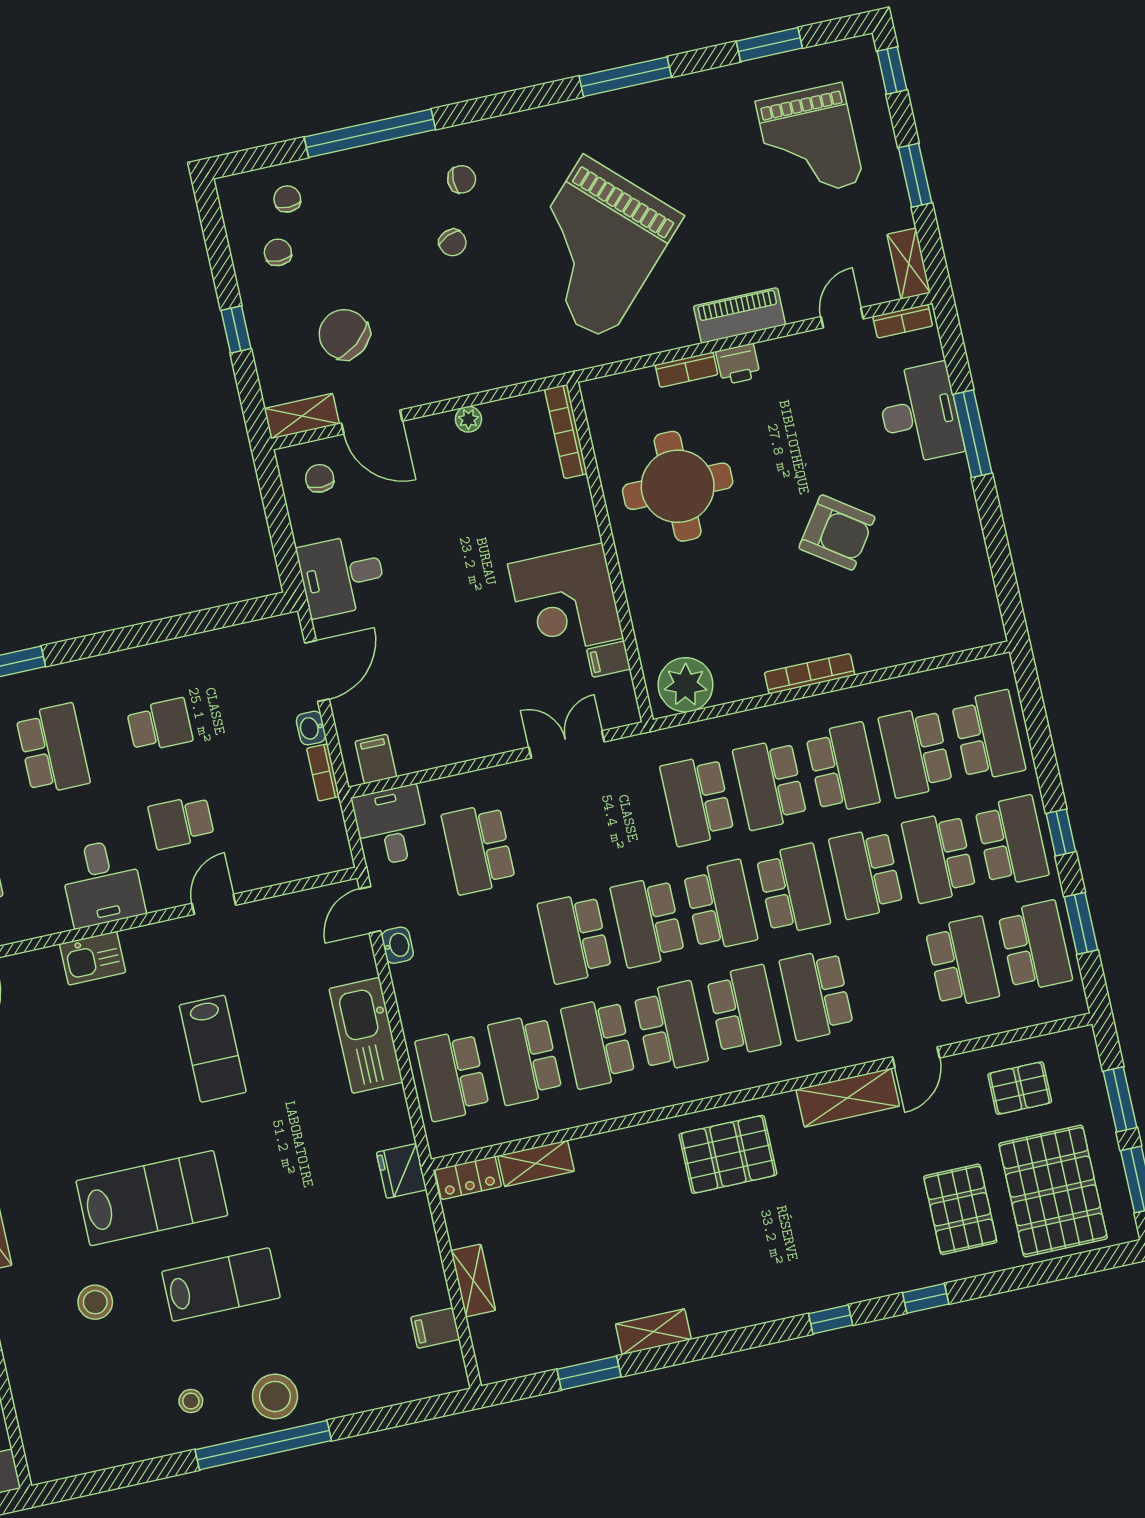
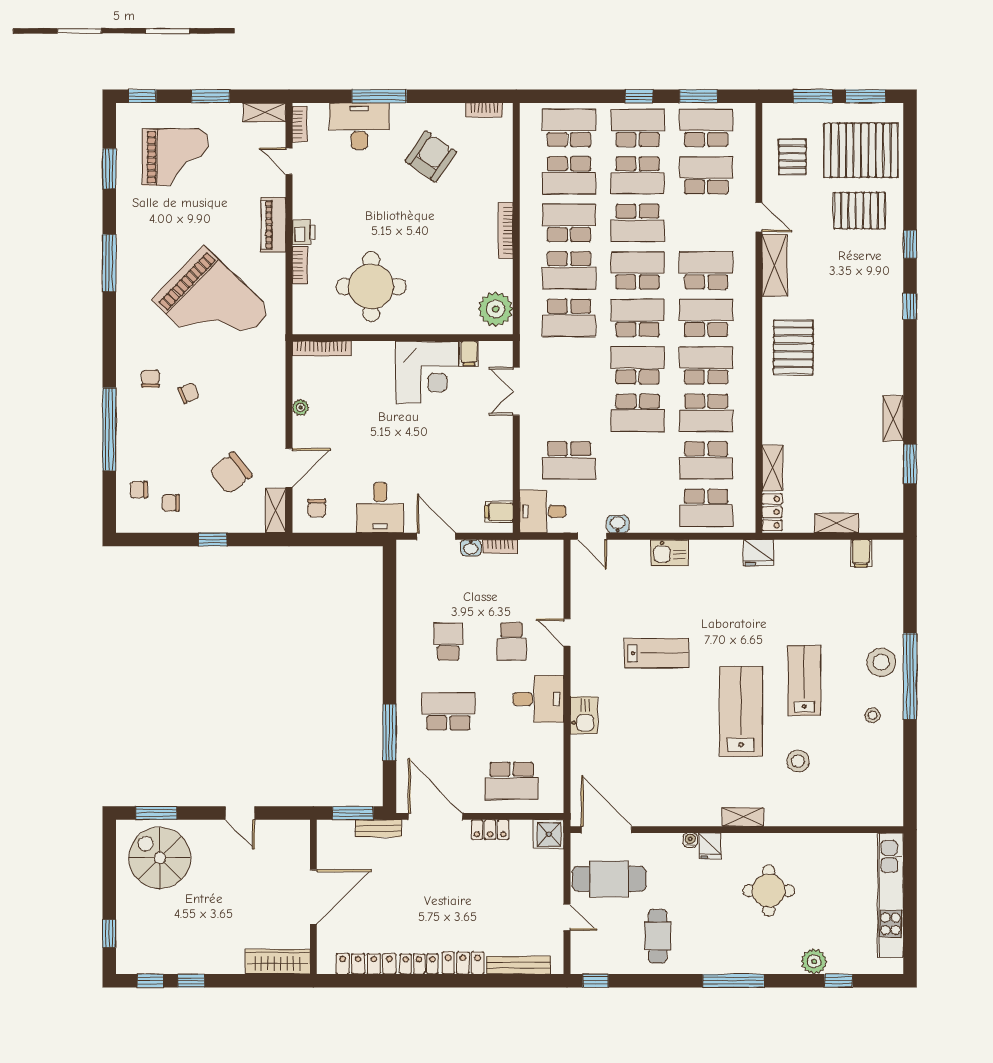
chair: (320, 478) -> (317, 508), turned -90
armchair: (837, 533) -> (431, 157), moved
bookcase: (987, 600) -> (484, 110), added
school desk: (648, 922) -> (638, 365), turned 180
school desk: (817, 995) -> (706, 270), turned 180
kitchen sink: (366, 1035) -> (669, 553), width x0.53, depth x0.81

